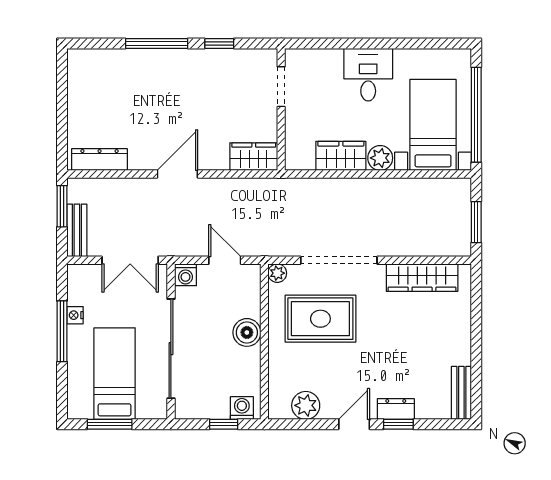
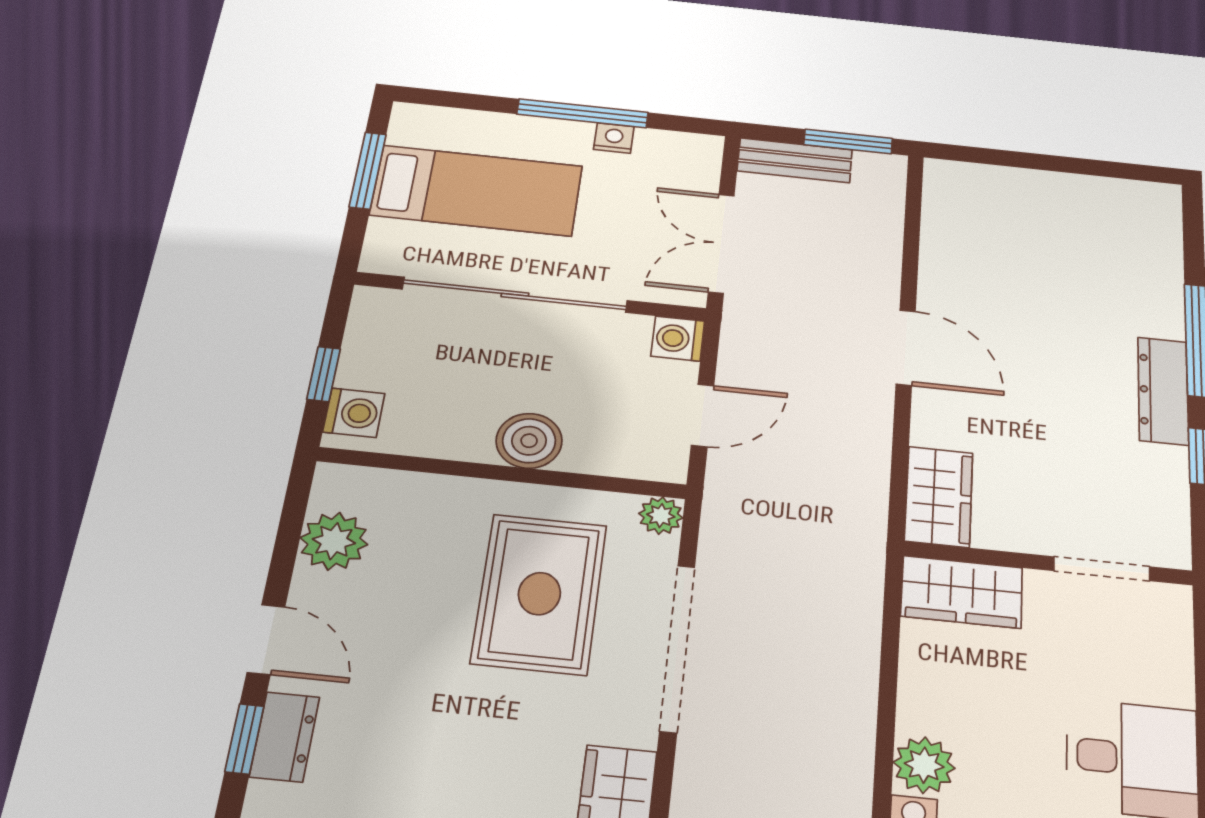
wardrobe: (341, 156) -> (962, 592), moved, turned 90
dresser: (100, 160) -> (1163, 391), moved, turned 180

